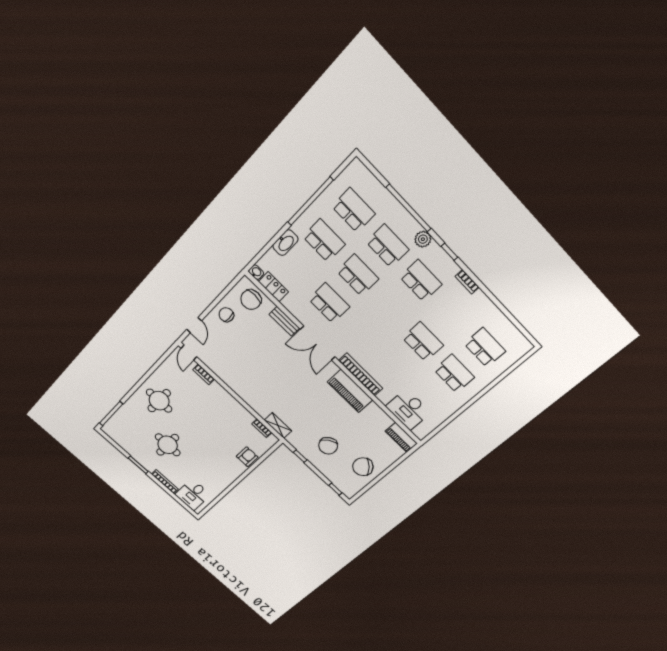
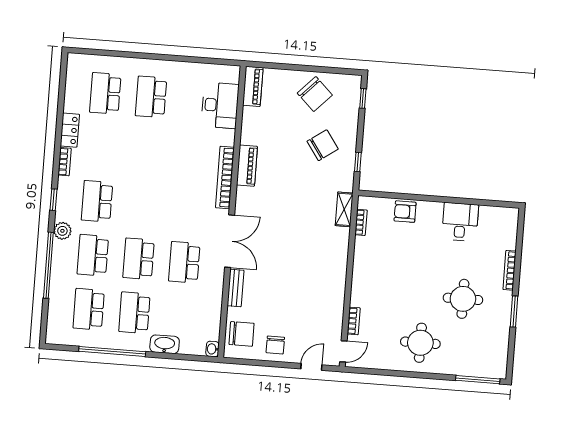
locker: (273, 287) -> (70, 130), moved, turned 180
school desk: (423, 342) -> (147, 151), removed
piano: (350, 391) -> (247, 166), width x0.73, depth x0.75
desk: (193, 495) -> (460, 222), moved, turned -90

